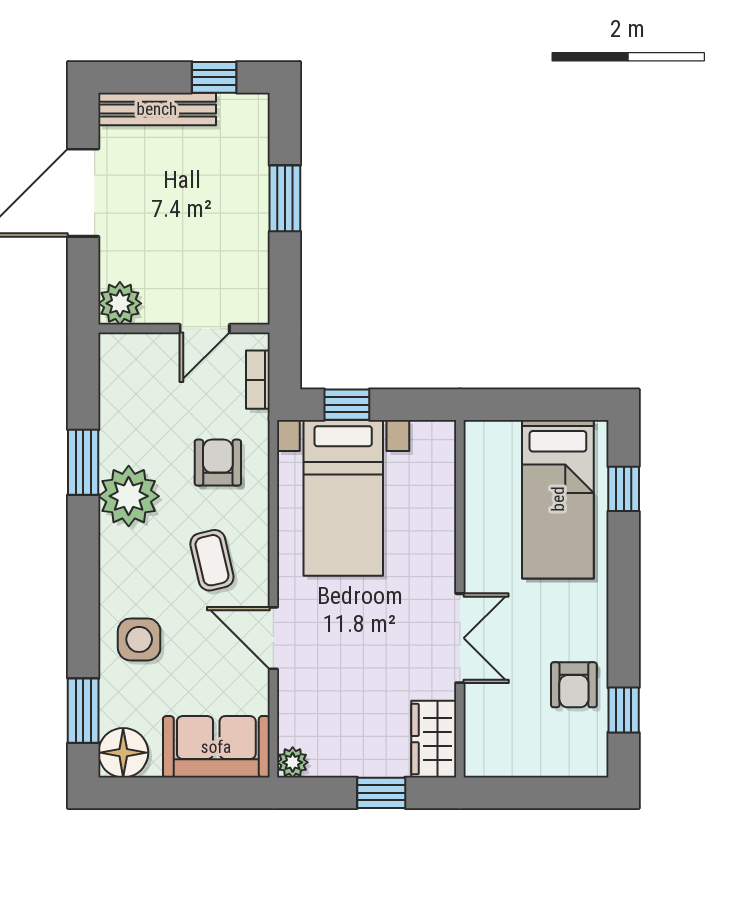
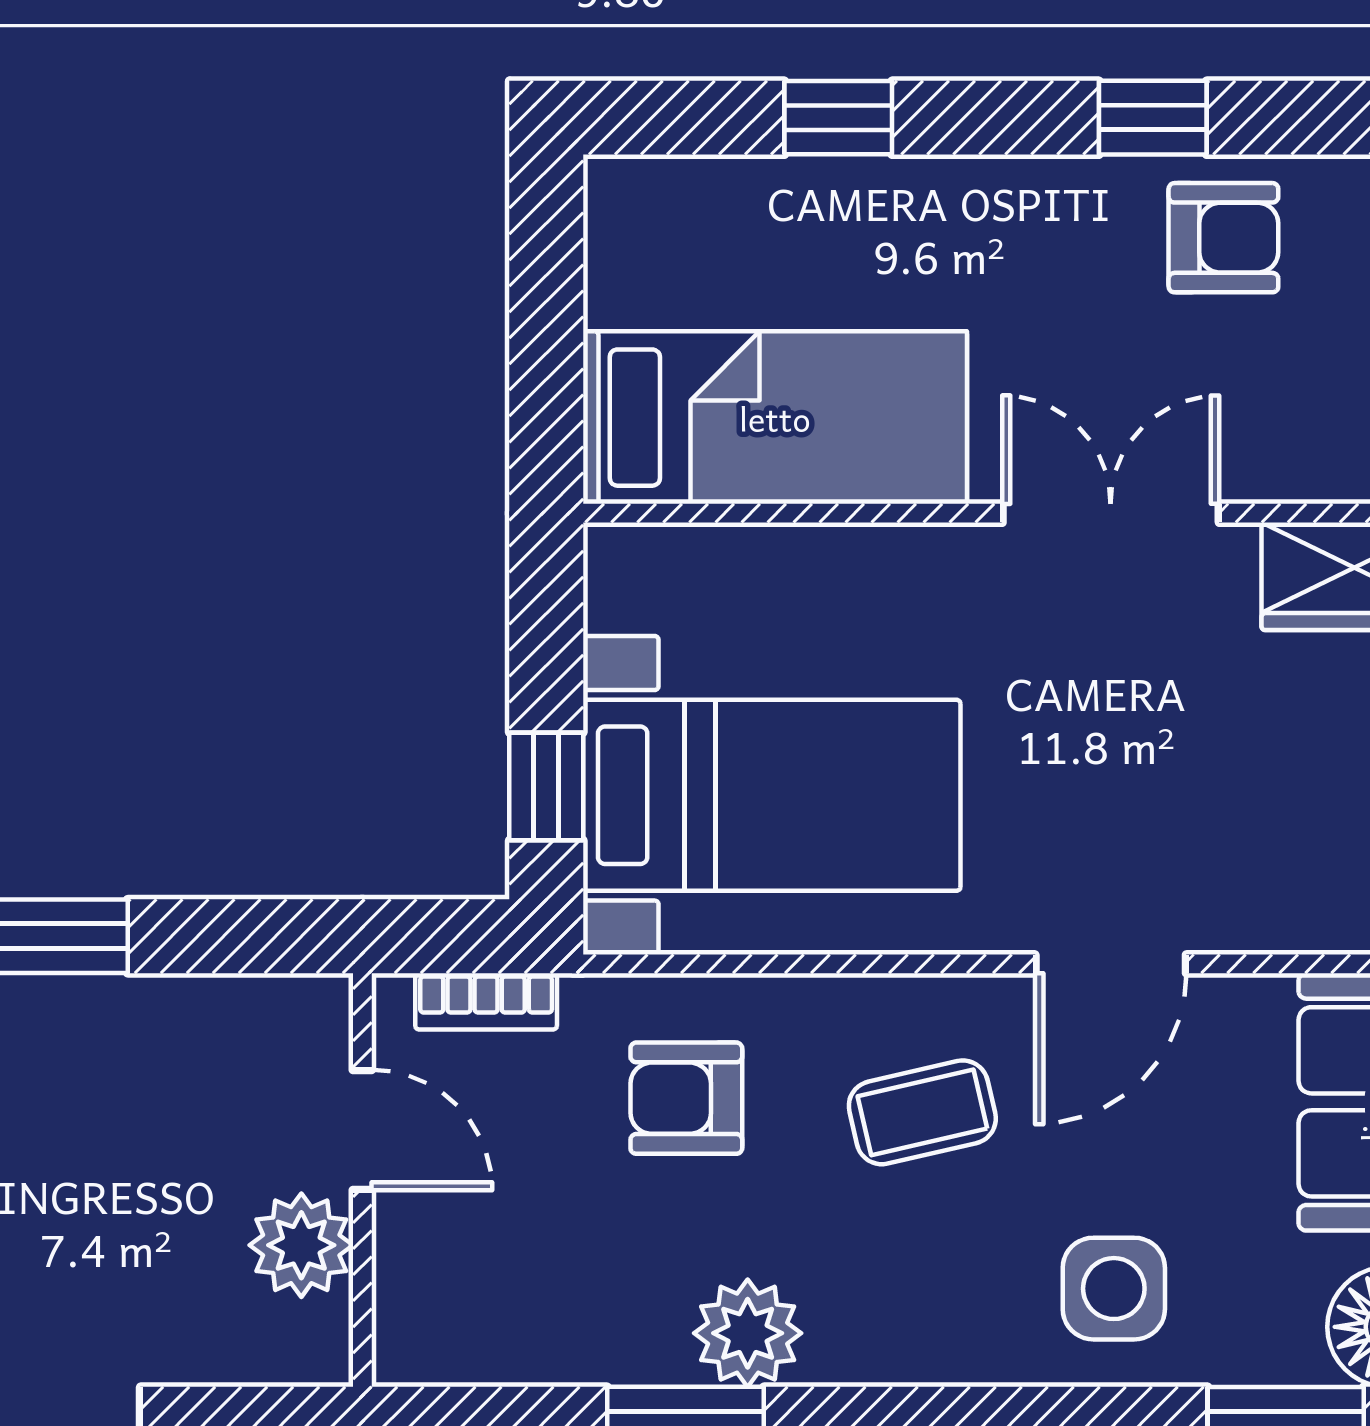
plant: (120, 303) -> (301, 1245), moved
window: (624, 489) -> (838, 118), moved
plant: (129, 496) -> (748, 1333), width x0.73, depth x0.73
bed: (558, 499) -> (775, 418), moved
window: (624, 710) -> (1153, 118), moved

